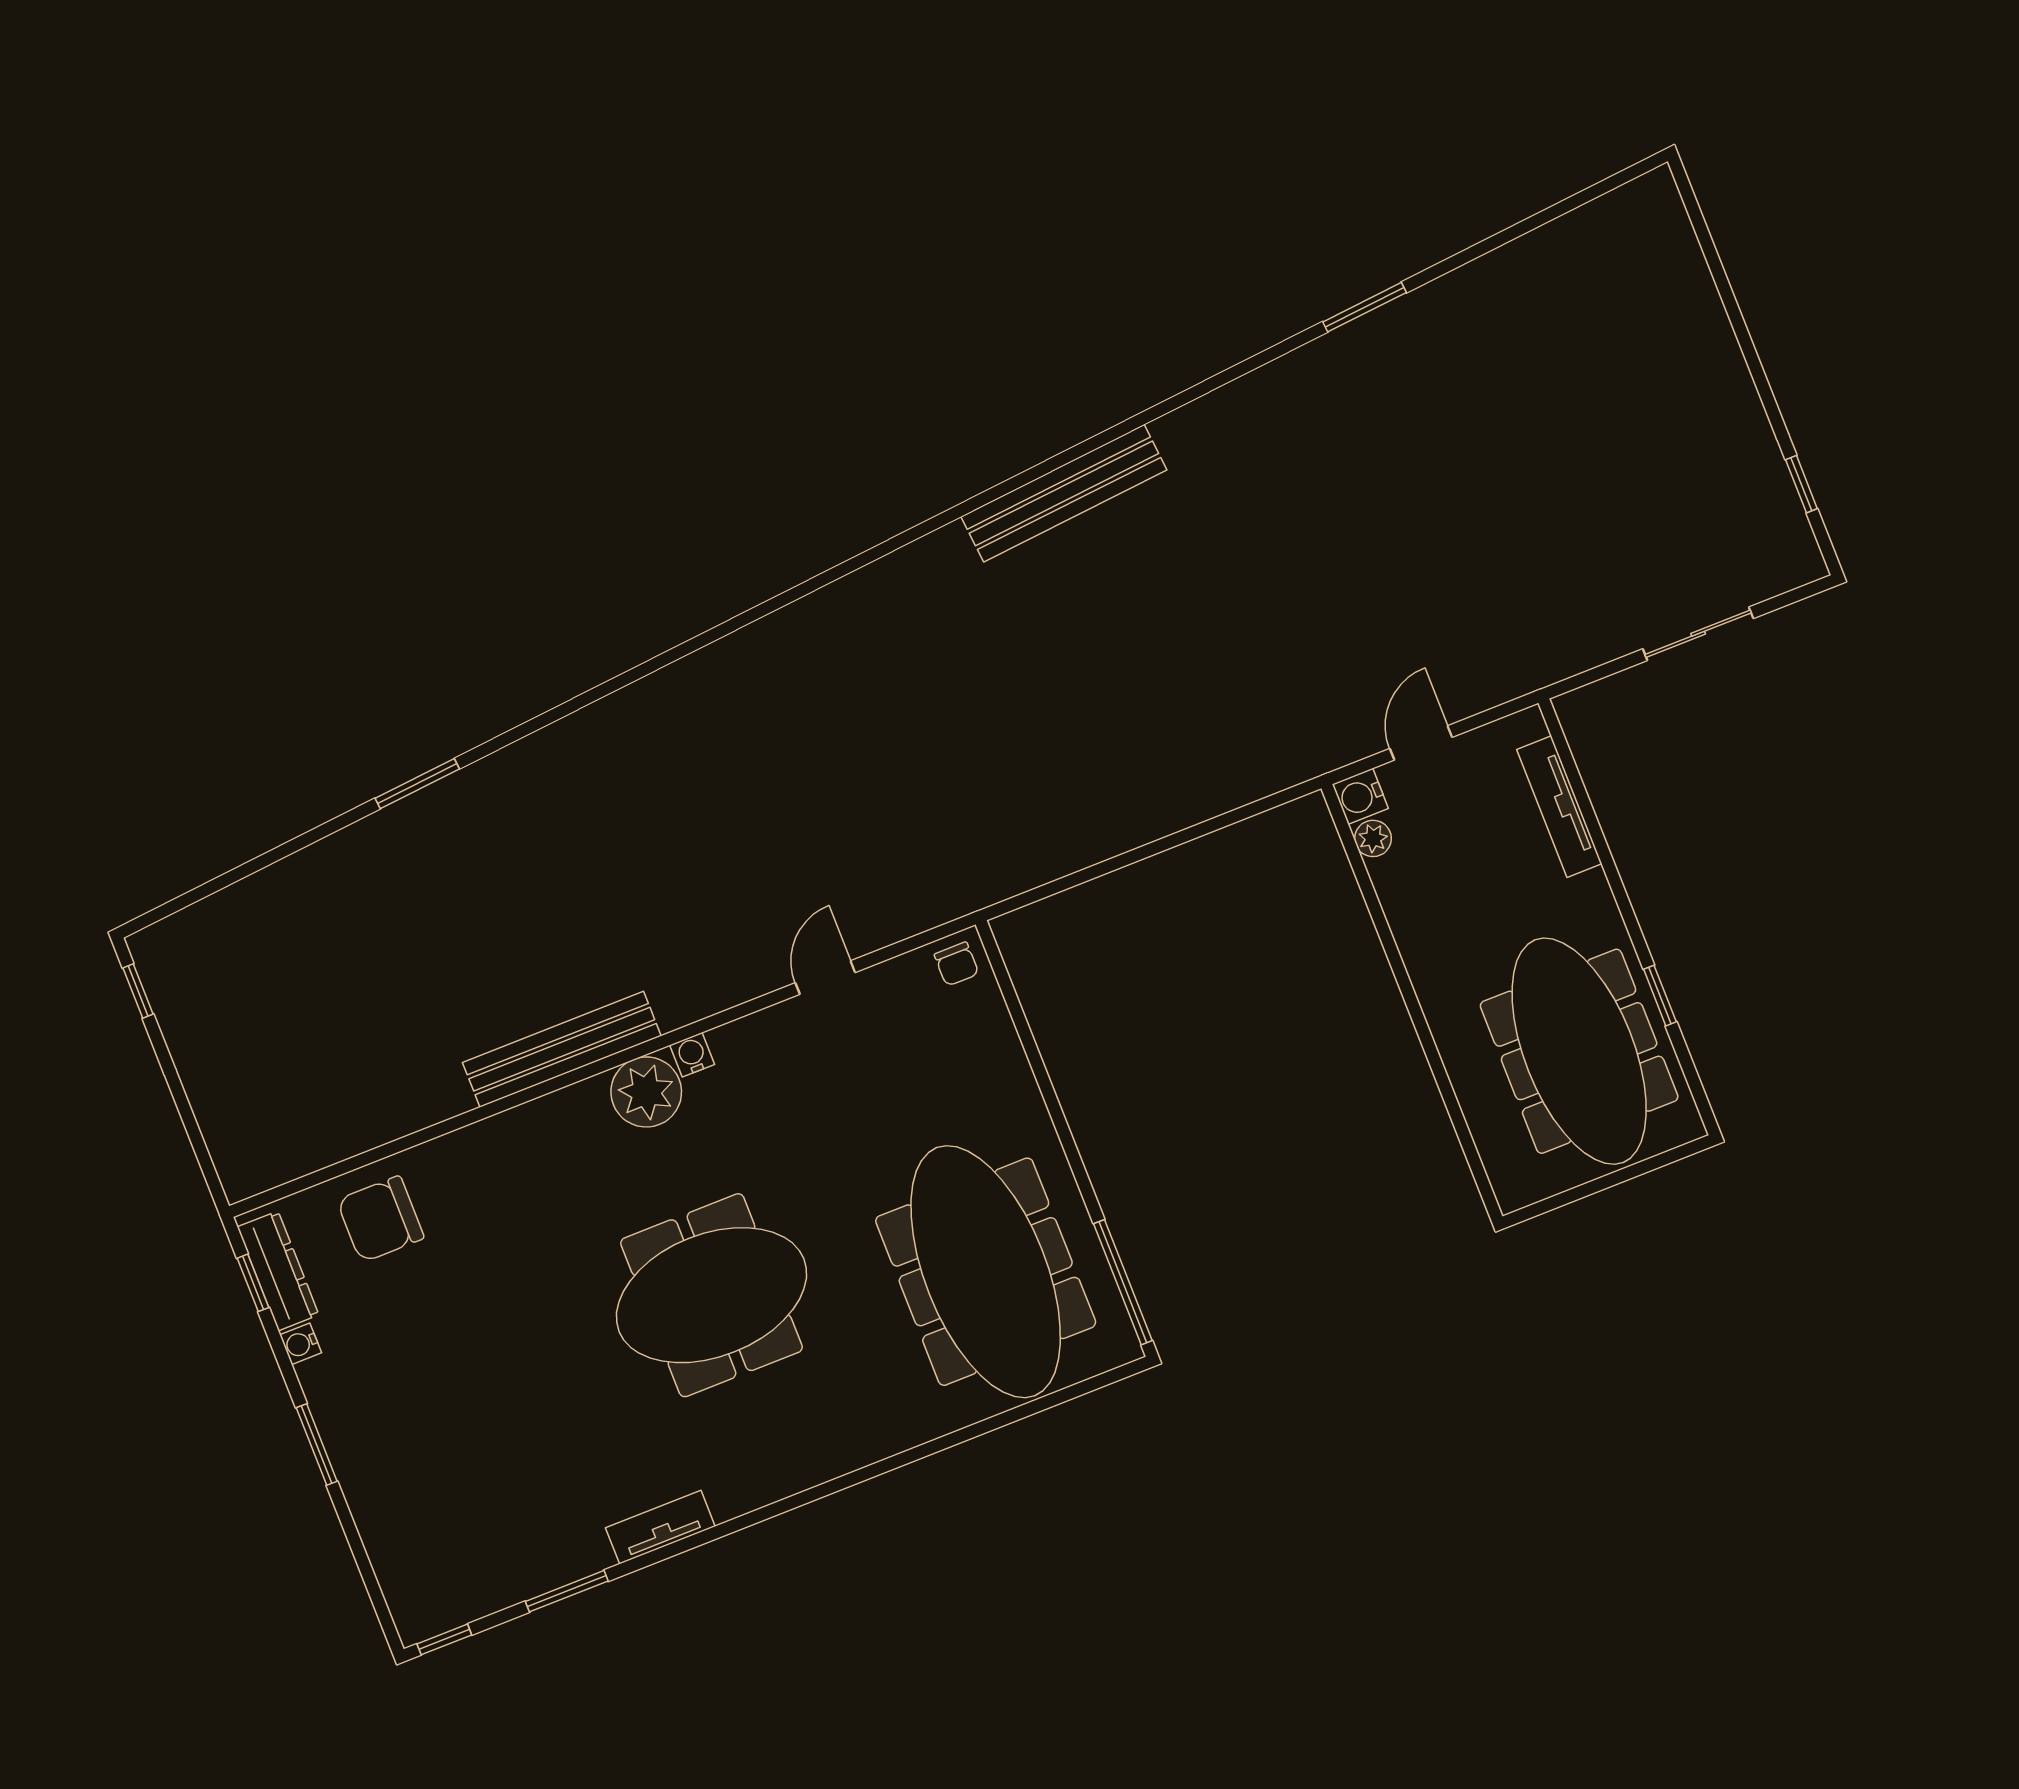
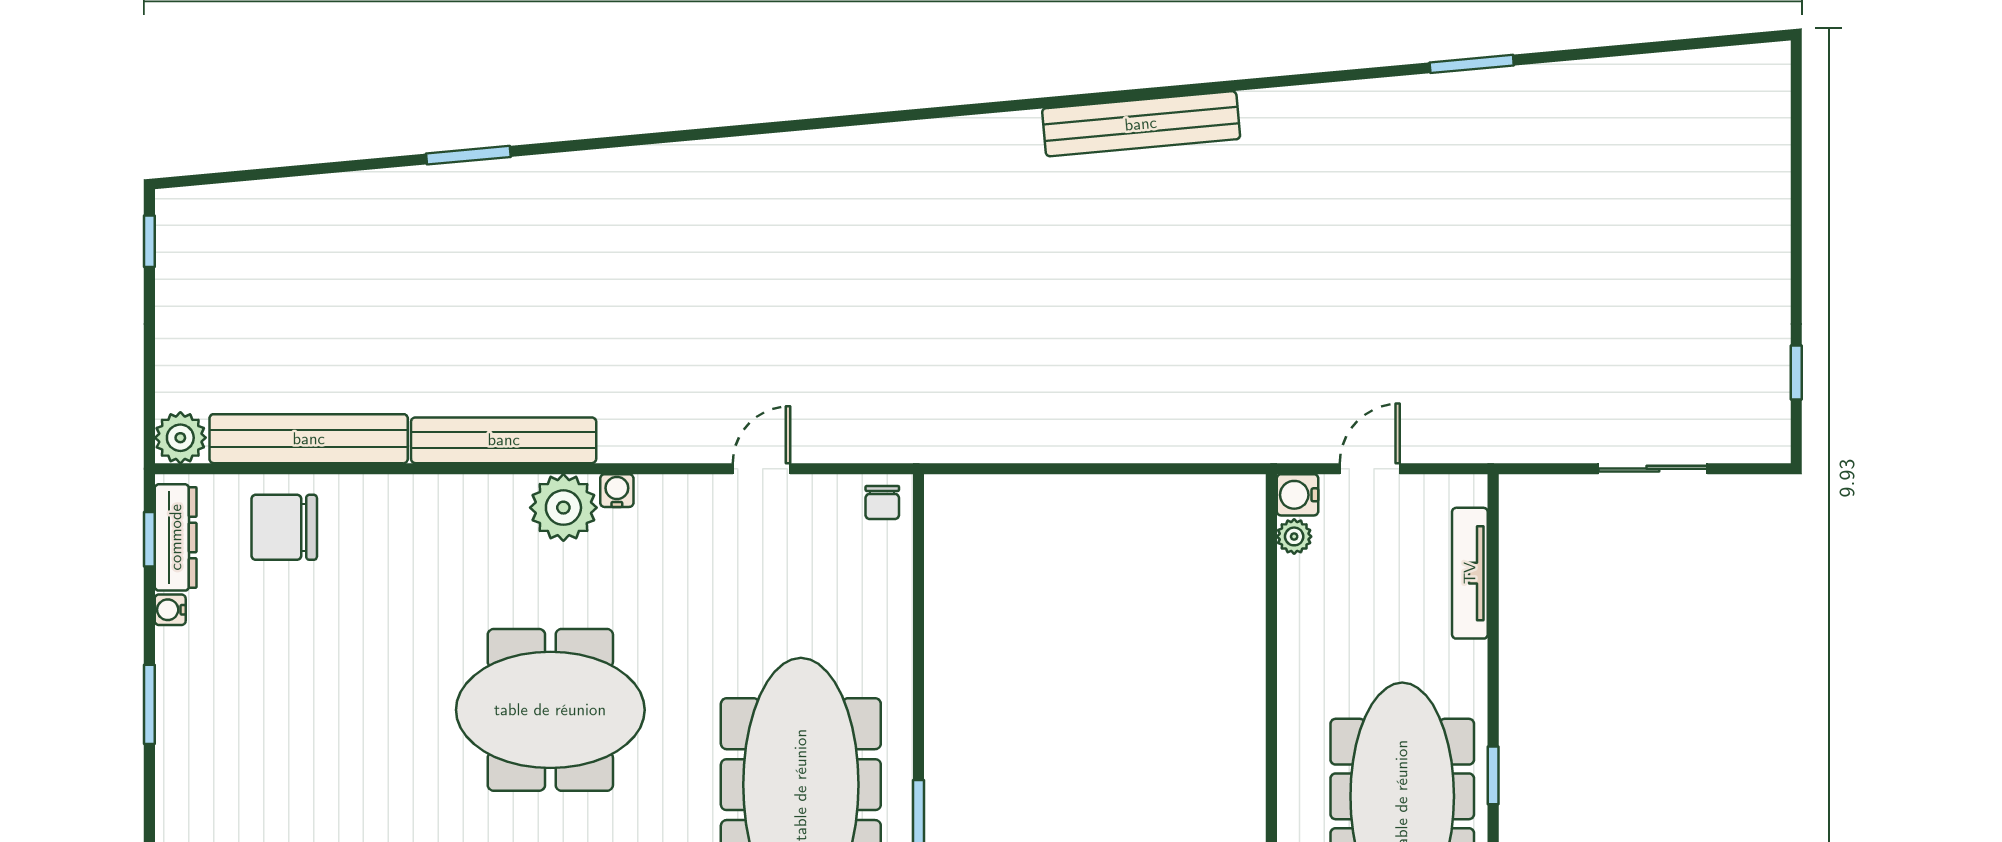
bench: (370, 1123) -> (309, 439), added
plant: (244, 1171) -> (180, 438), added

